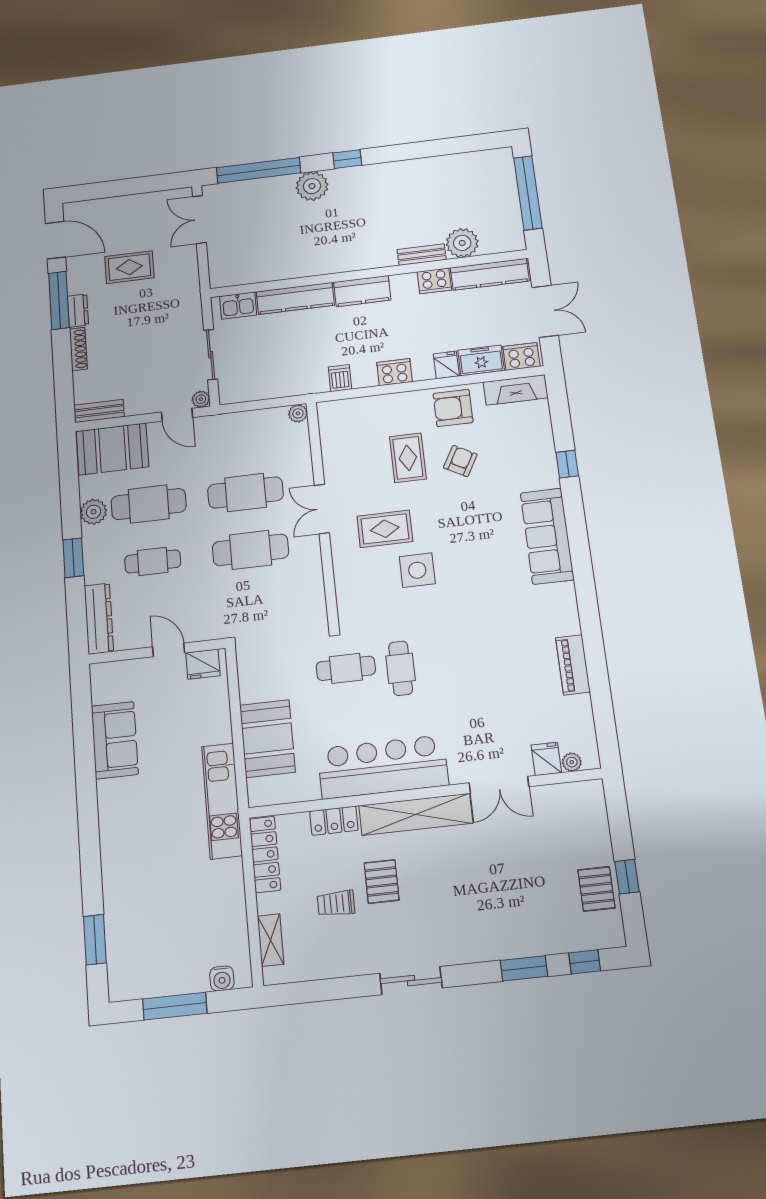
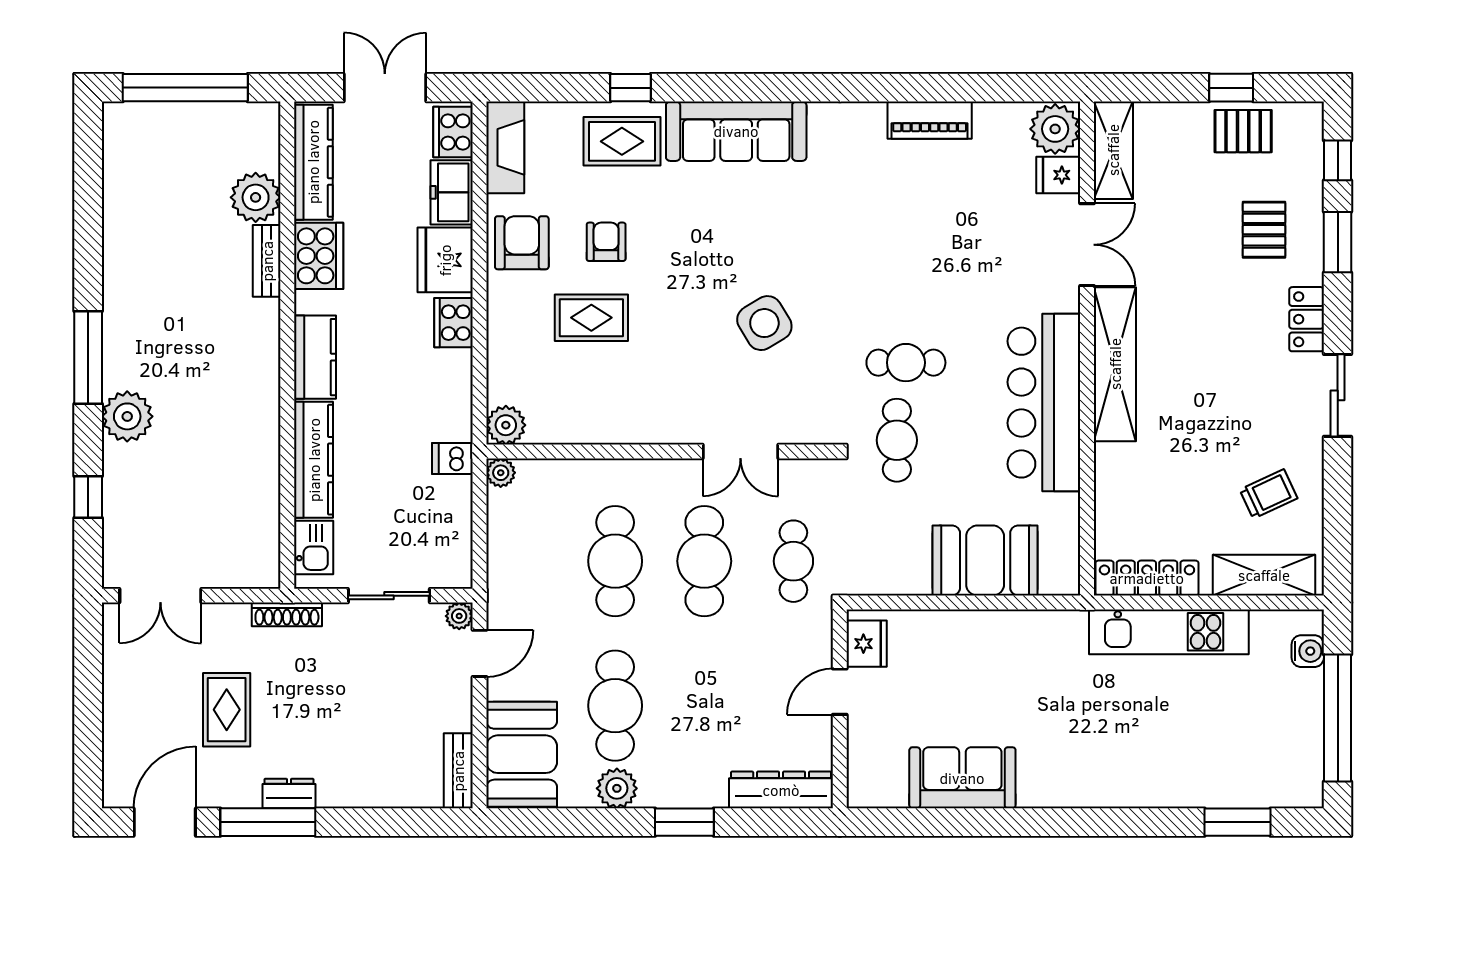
window: (347, 159) -> (88, 357), width x2.17
window: (258, 170) -> (88, 497), width x0.32
cooker: (434, 281) -> (319, 256), width x1.37, depth x1.31
shoe rack: (78, 349) -> (287, 614), moved, turned 180
fridge: (446, 365) -> (445, 260), width x1.88, depth x1.34
dishwasher: (340, 378) -> (452, 458), moved
armchair: (453, 408) -> (522, 243), turned 180
plant: (330, 413) -> (506, 425), added
armchair: (460, 461) -> (606, 242), turned 61
double door: (322, 509) -> (740, 451), moved
rug: (385, 529) -> (622, 141), moved, turned 90
cafe table: (153, 561) -> (793, 561), moved
side table: (417, 570) -> (764, 323), turned -31
plant: (572, 762) -> (1055, 129), width x1.87, depth x1.87
shelving: (569, 796) -> (1113, 150), added
kitchen unit: (222, 801) -> (1169, 632), moved
locker: (334, 821) -> (1307, 319), moved, turned 180
pallet: (382, 882) -> (1264, 230), moved, turned 90
trolley: (336, 903) -> (1269, 494), moved, turned -115
shelving: (271, 940) -> (1264, 575), width x1.50, depth x1.33
window: (175, 1006) -> (1338, 718), width x1.46

